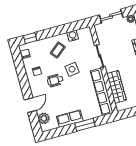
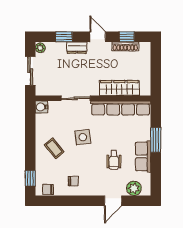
water cooler: (73, 36) -> (41, 107), moved
wheelchair: (55, 80) -> (114, 160), moved
door: (30, 105) -> (113, 201), swing flipped

